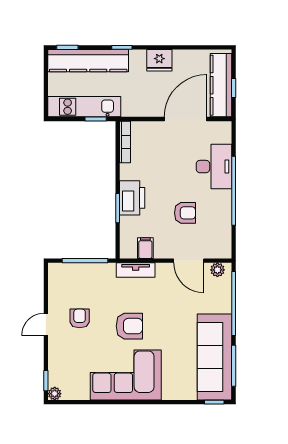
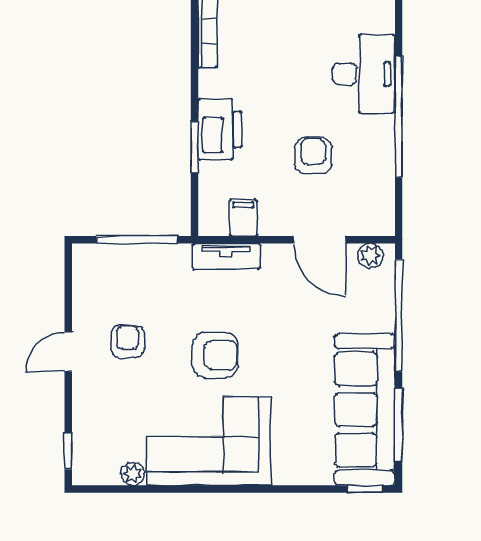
armchair: (185, 213) -> (313, 156), turned -90
plant: (55, 394) -> (133, 474), moved

